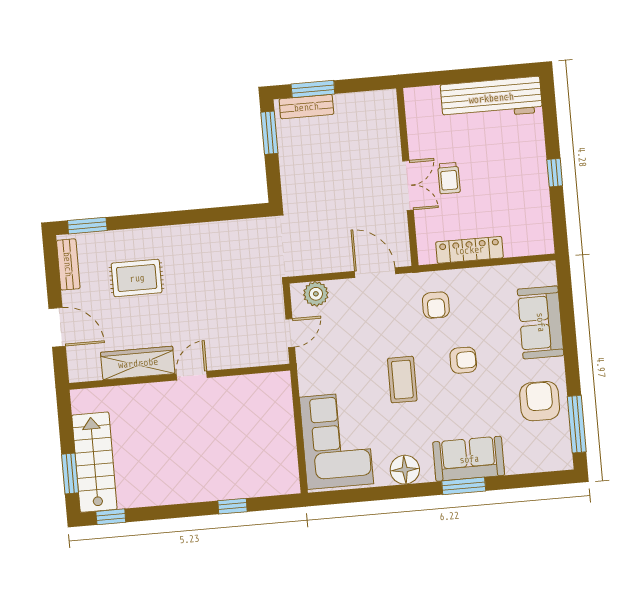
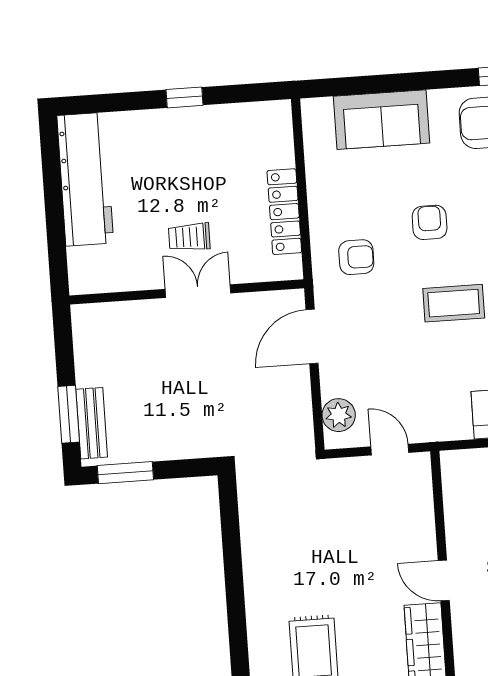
trolley: (449, 178) -> (189, 237), turned 180

